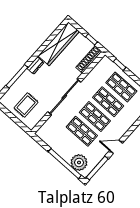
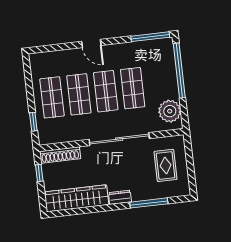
rug: (26, 105) -> (166, 165), turned 90
door: (116, 147) -> (91, 43), moved
plant: (79, 162) -> (170, 111), moved

